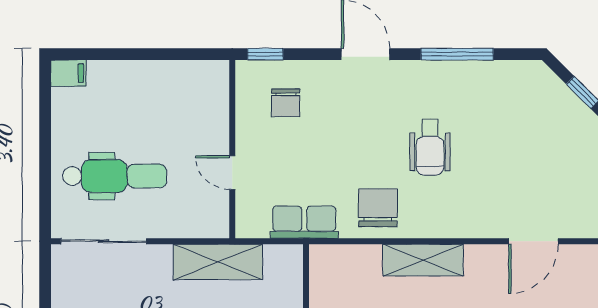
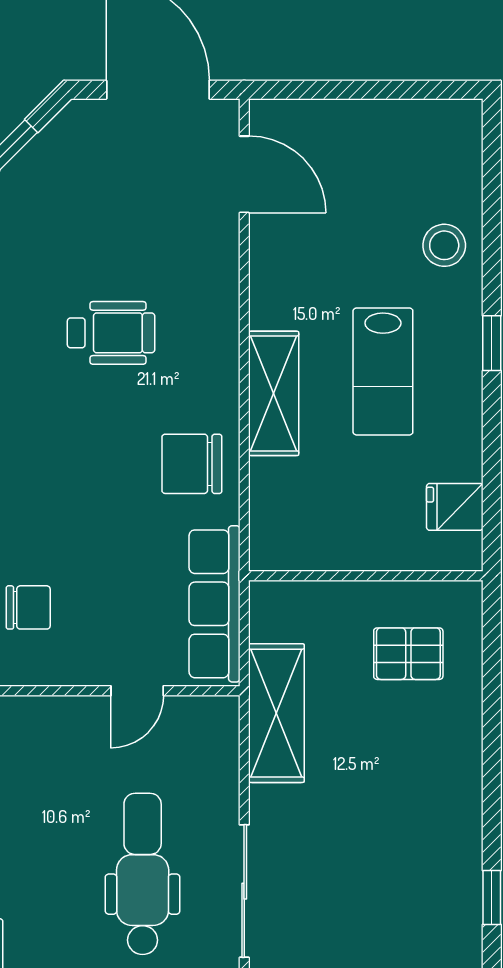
wheelchair: (430, 147) -> (111, 333), moved
row of seats: (304, 222) -> (215, 604), width x1.48
door: (533, 241) -> (244, 174), moved

